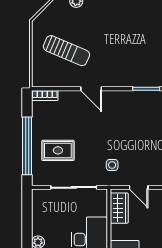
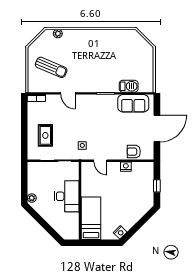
window: (27, 146) -> (24, 132), removed
rug: (58, 150) -> (45, 135), turned 90
wardrobe: (119, 208) -> (87, 175), removed

